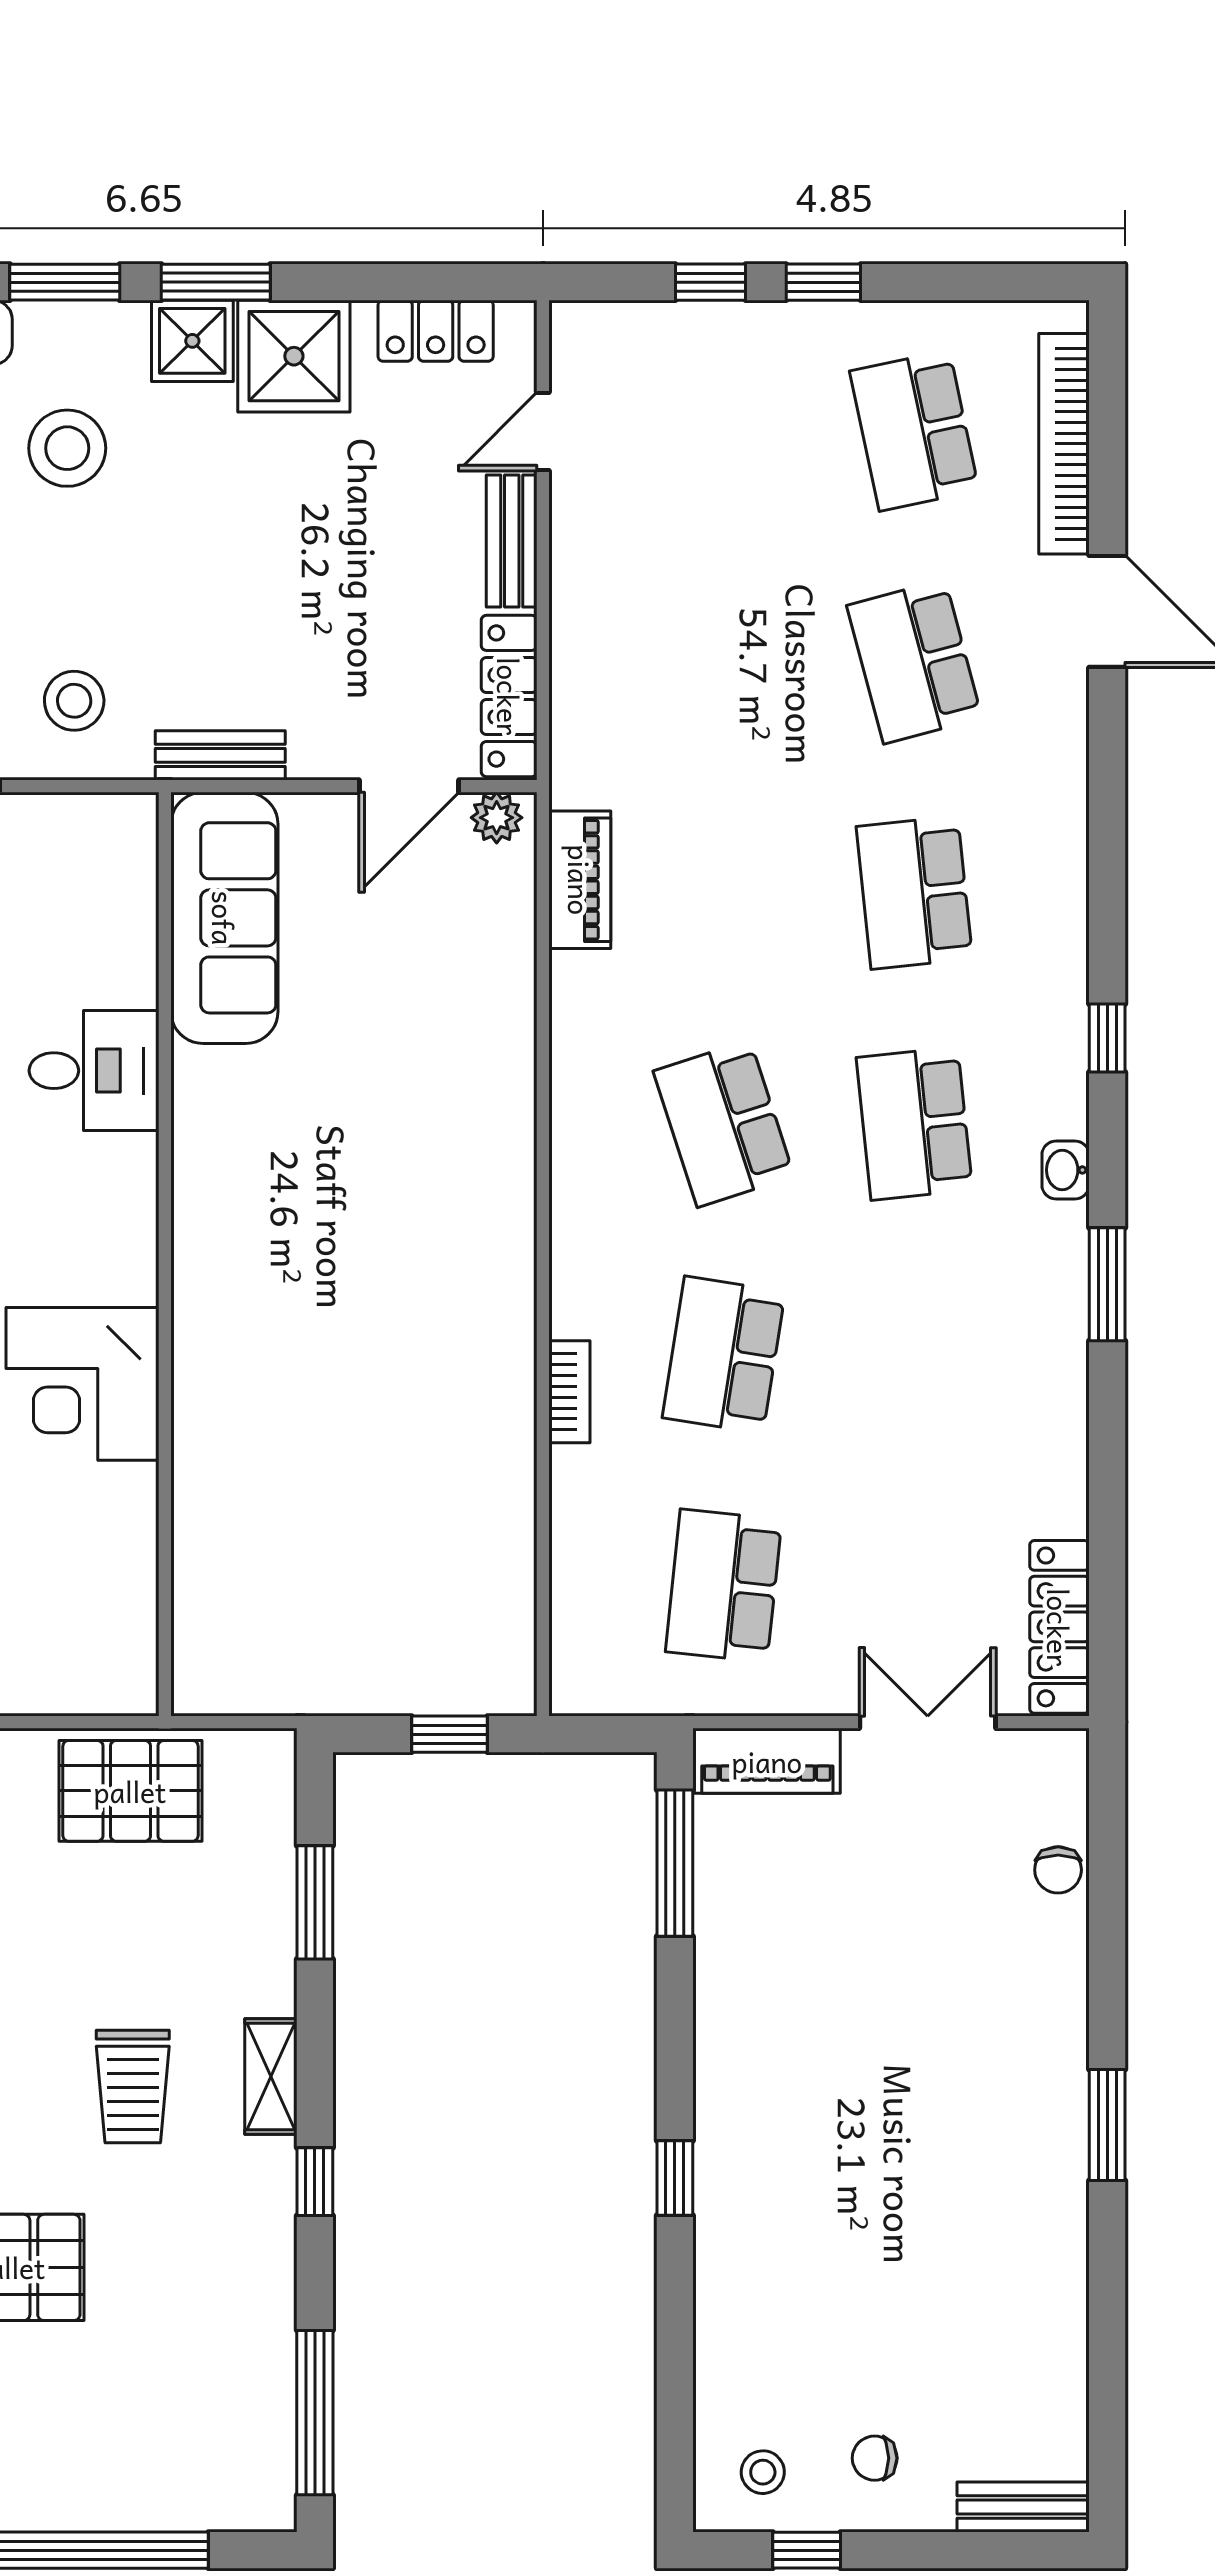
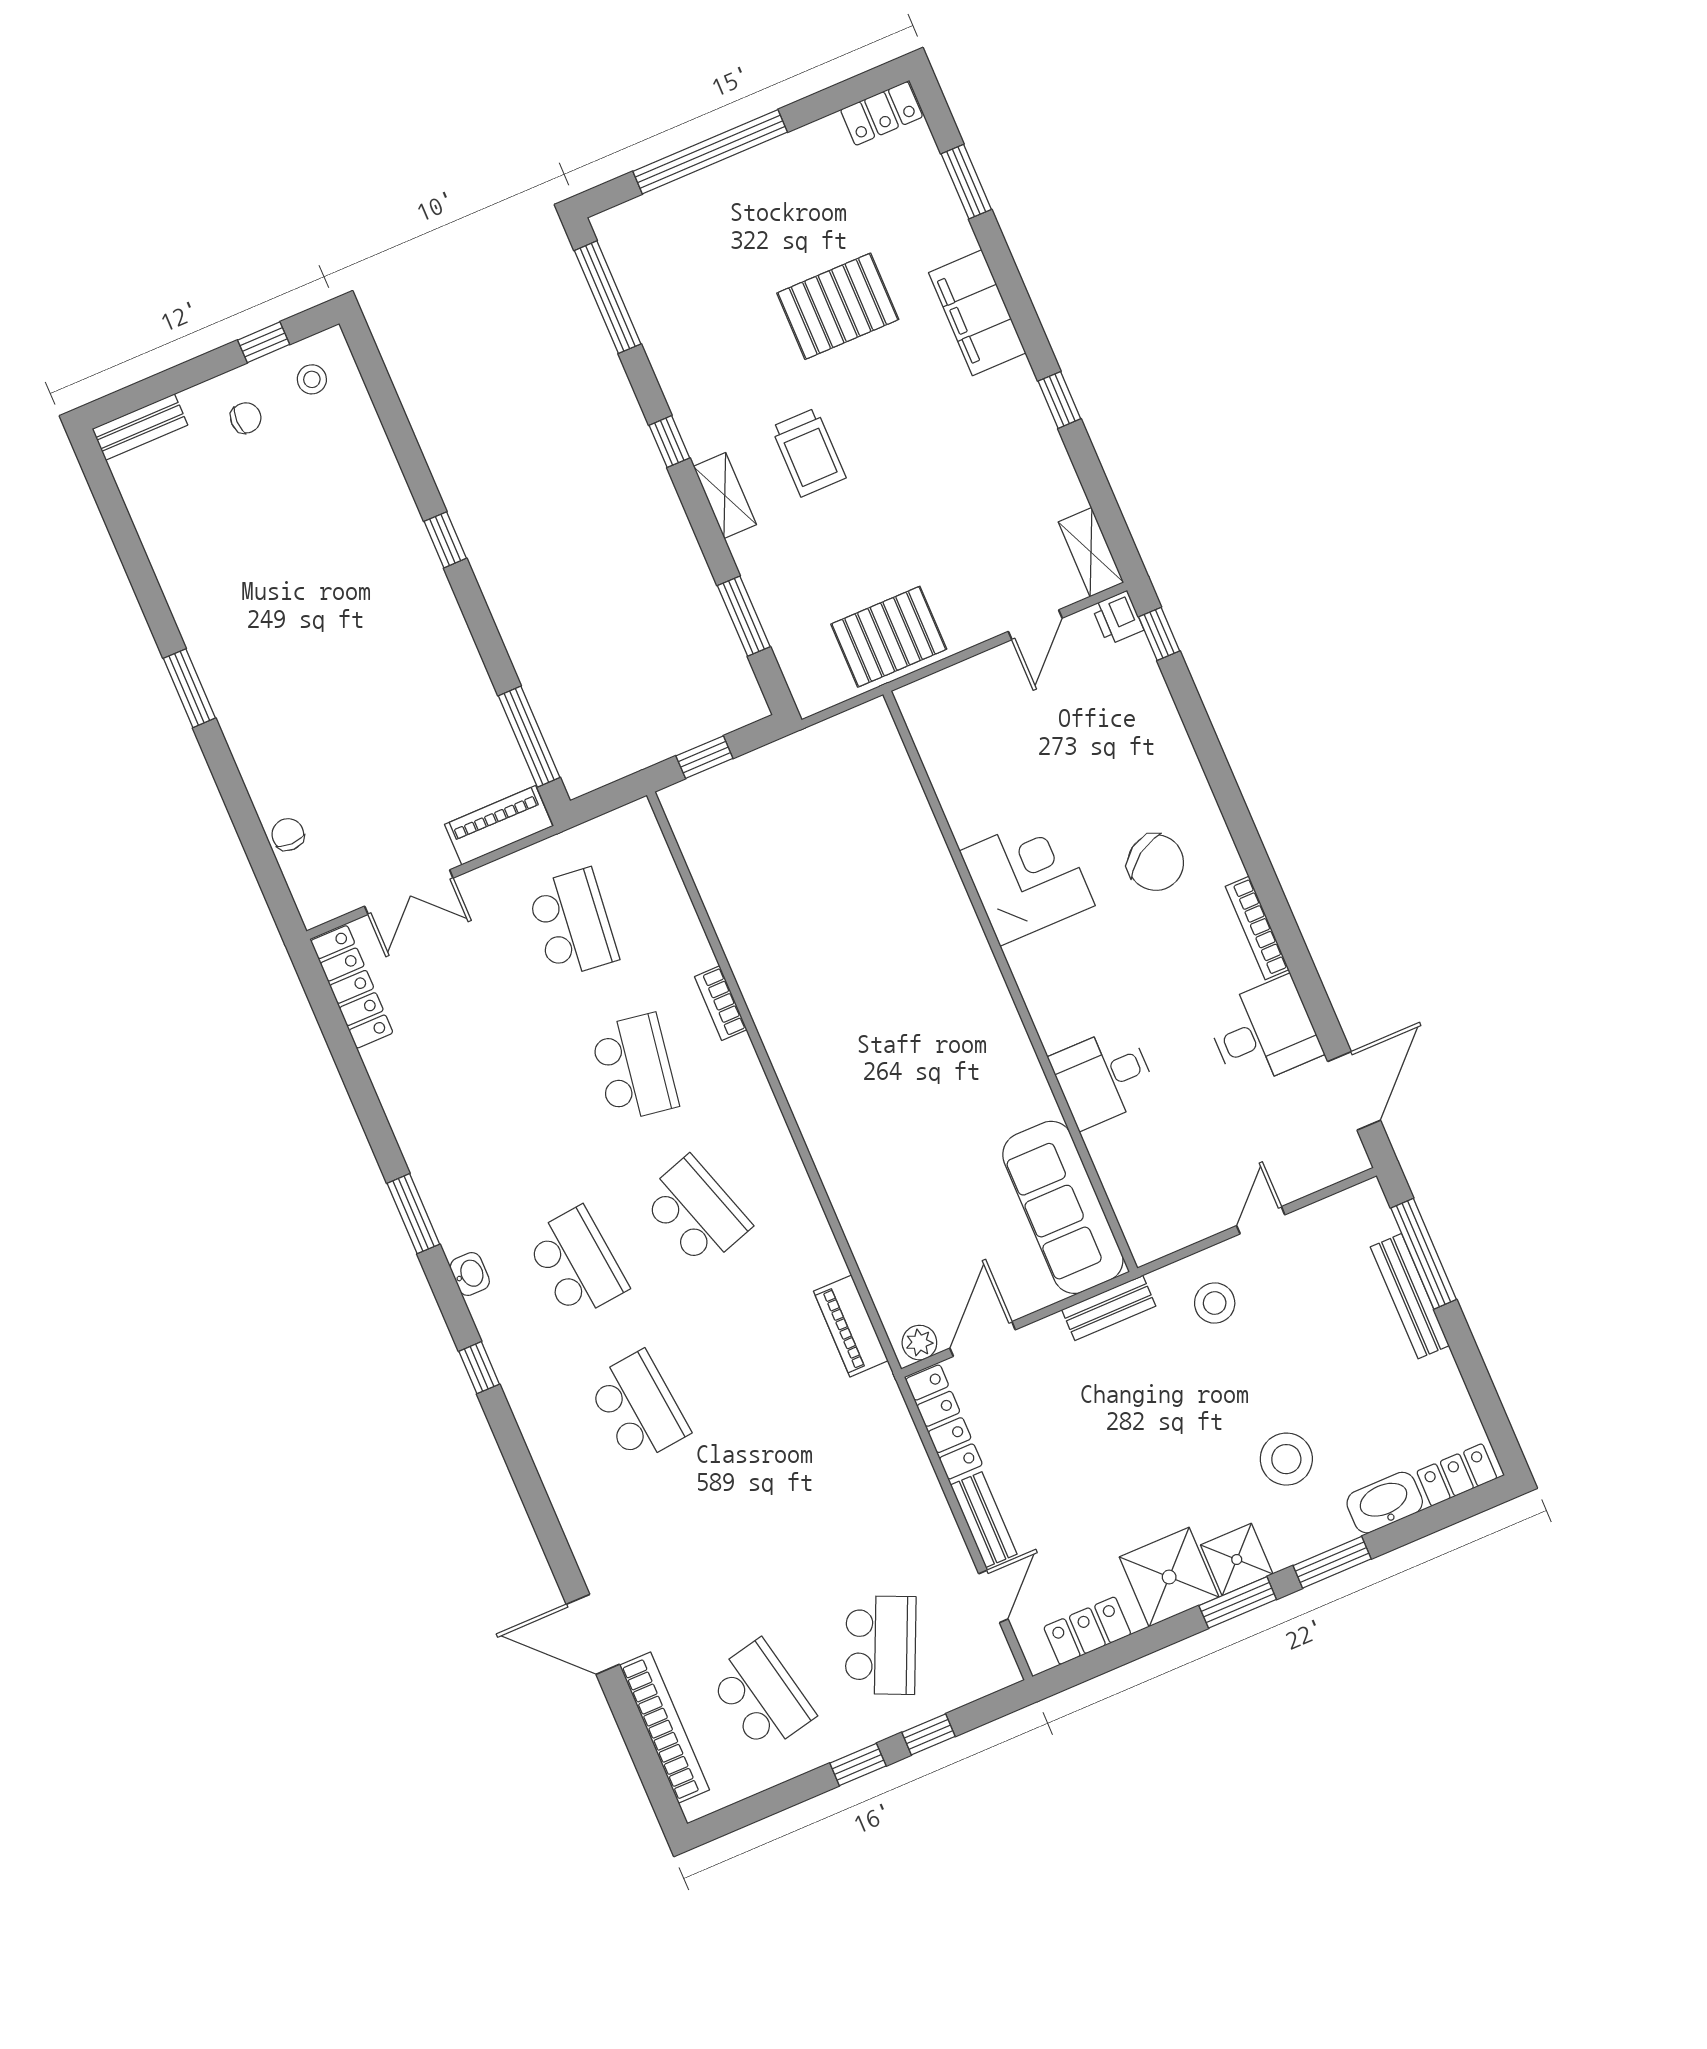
school desk: (914, 662) -> (881, 1645), moved, turned 39
trolley: (133, 2087) -> (809, 452), turned 180

